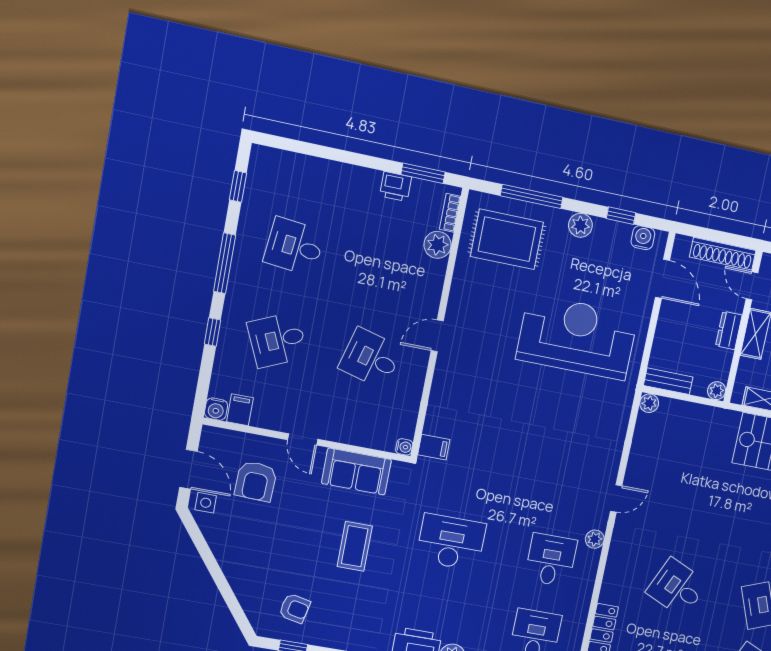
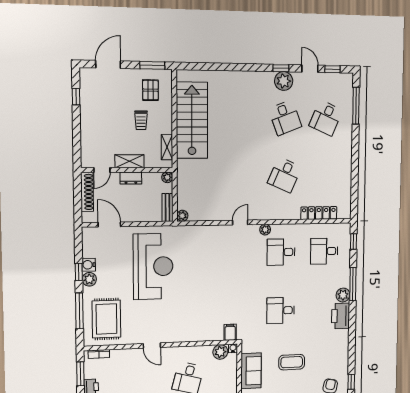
window: (621, 216) -> (79, 272), moved
water cooler: (643, 238) -> (89, 265), moved
plant: (438, 245) -> (220, 352), moved
door: (663, 279) -> (109, 224), hinge flipped
door: (437, 336) -> (152, 346), moved
reception desk: (577, 337) -> (153, 266), turned 180
door: (616, 498) -> (240, 223), hinge flipped
desk: (451, 542) -> (281, 310), width x0.73

